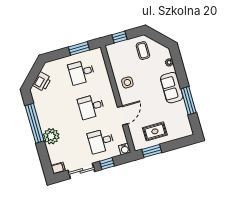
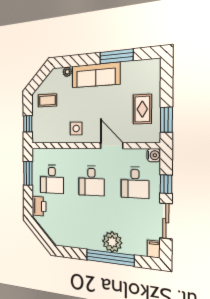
printer: (42, 82) -> (39, 206), moved, turned 45
sofa: (172, 88) -> (96, 75), width x1.36
window: (35, 123) -> (110, 258), moved

